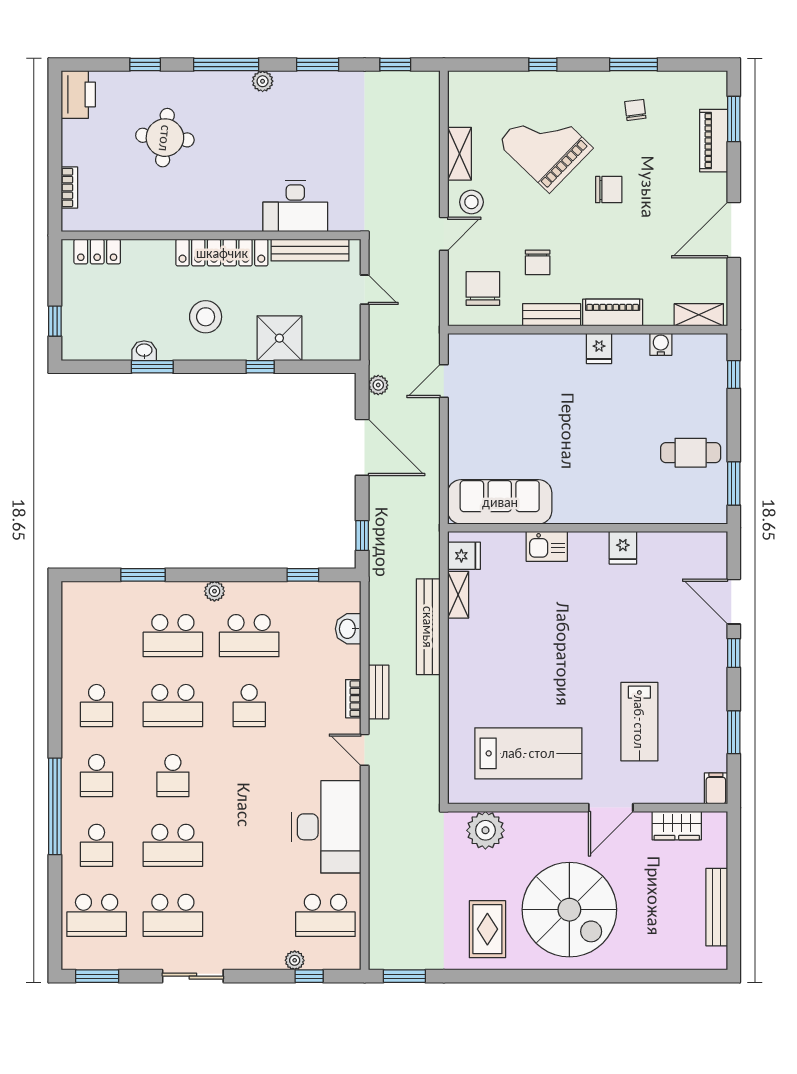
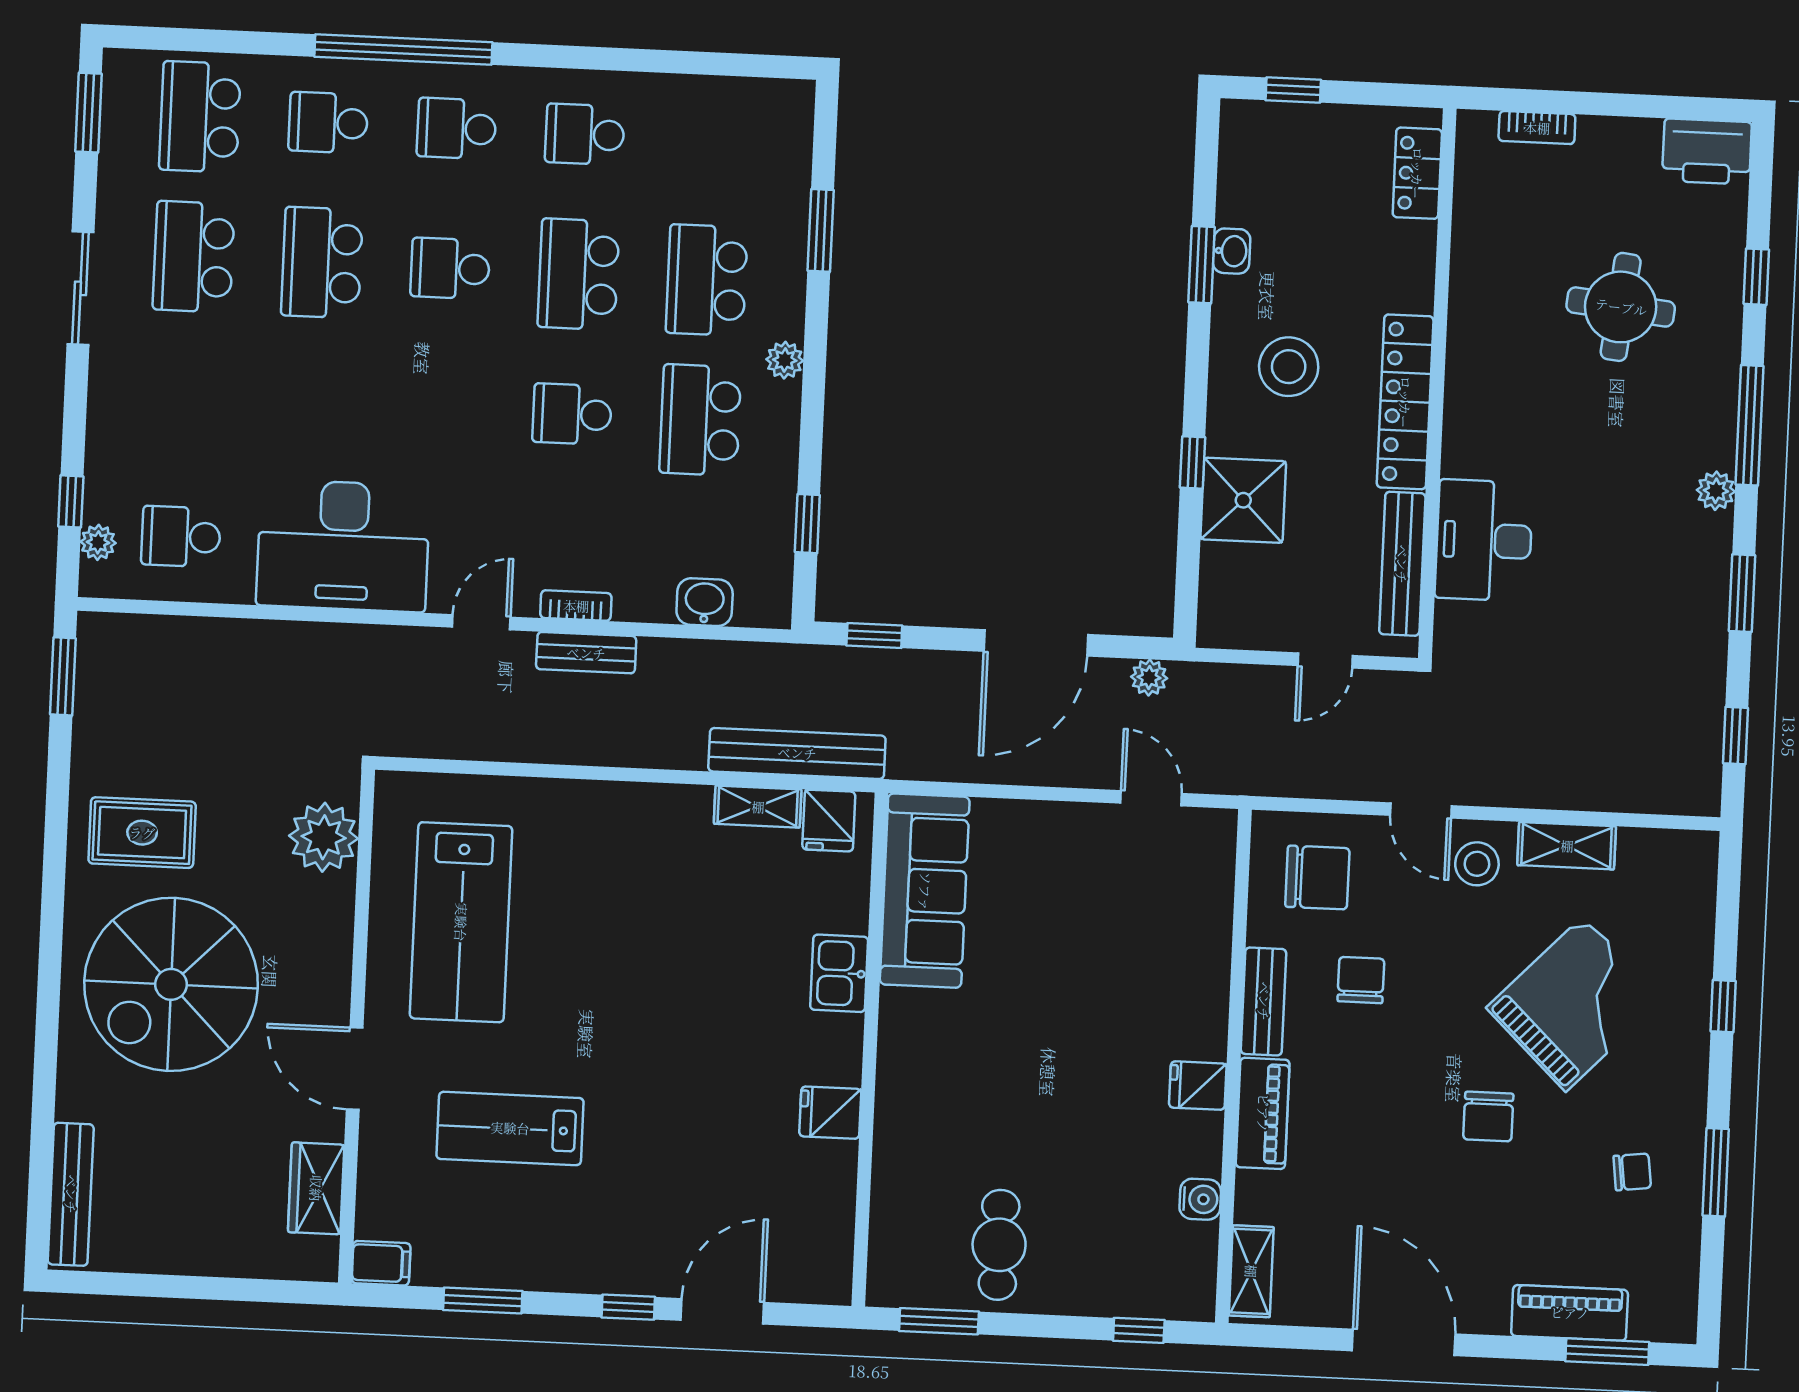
chair: (538, 262) -> (1361, 980), turned 90
bench: (428, 627) -> (797, 753), moved
bench: (717, 907) -> (71, 1194), moved, turned 90
school desk: (325, 915) -> (181, 537), width x0.54
plant: (295, 960) -> (98, 542), moved

